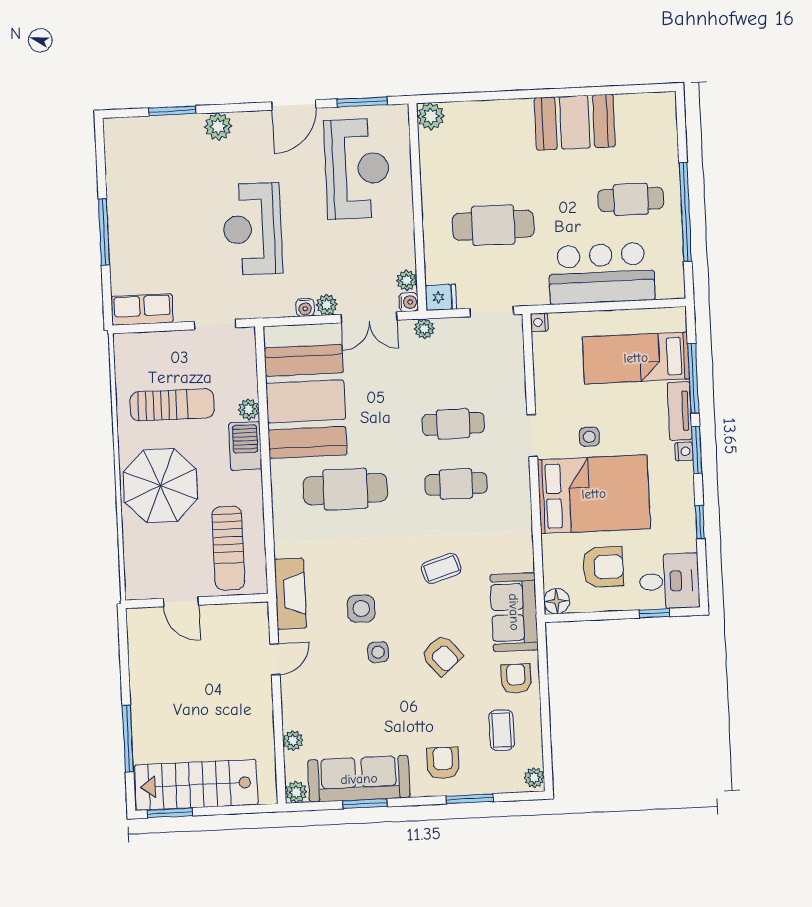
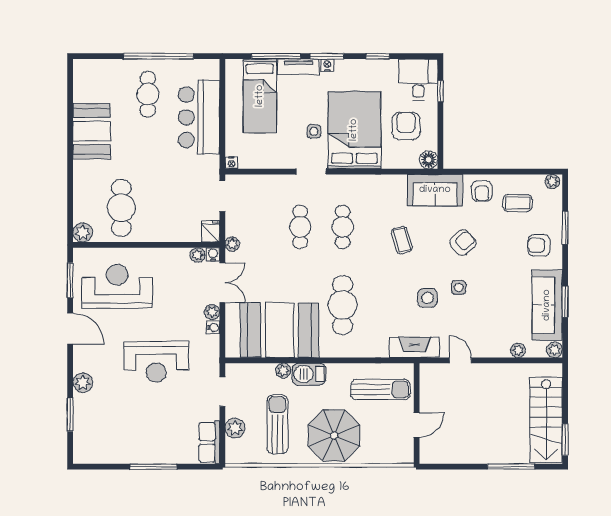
cafe table: (493, 225) -> (121, 208), moved
plant: (164, 345) -> (235, 428), added
armchair: (516, 679) -> (482, 191), turned -90

